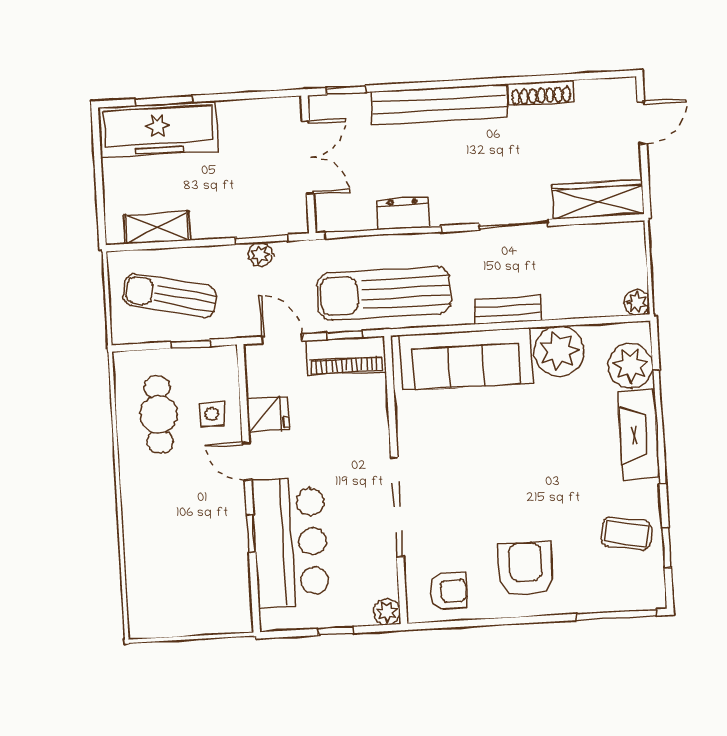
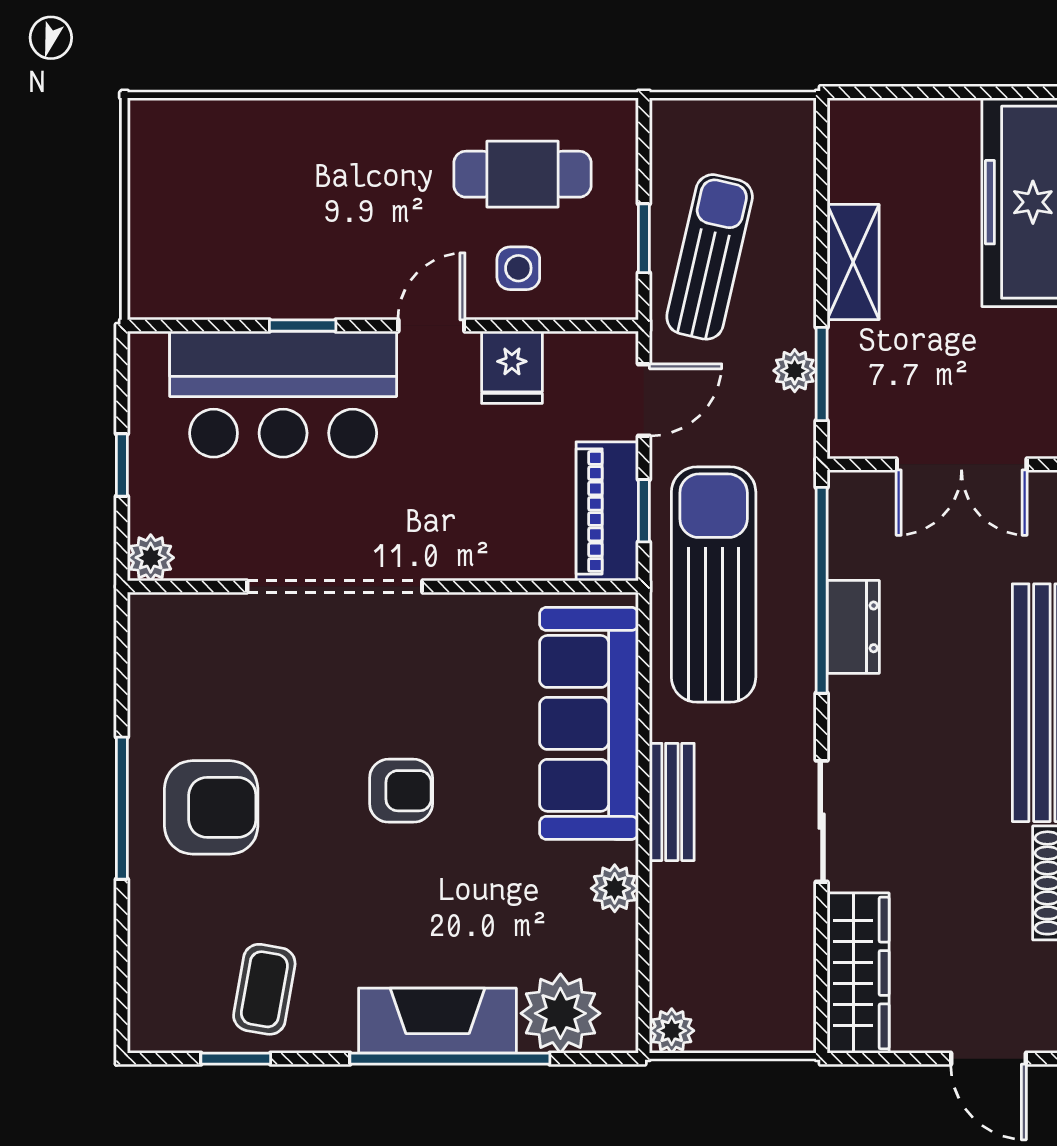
shelving: (157, 228) -> (853, 262), moved
sun lounger: (170, 296) -> (710, 257), moved
plant: (559, 351) -> (615, 888), width x0.53, depth x0.53
armchair: (448, 591) -> (401, 791), moved, turned -90
window: (616, 615) -> (122, 808), moved

